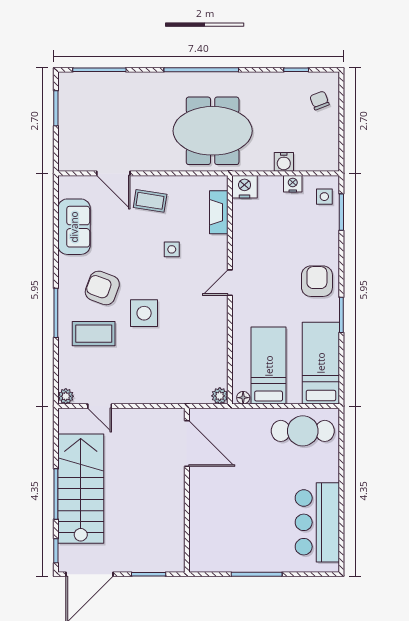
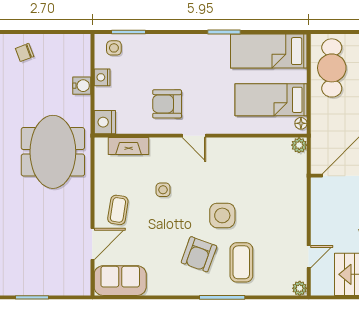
sofa: (74, 227) -> (120, 281), moved
armchair: (317, 281) -> (167, 104), moved

